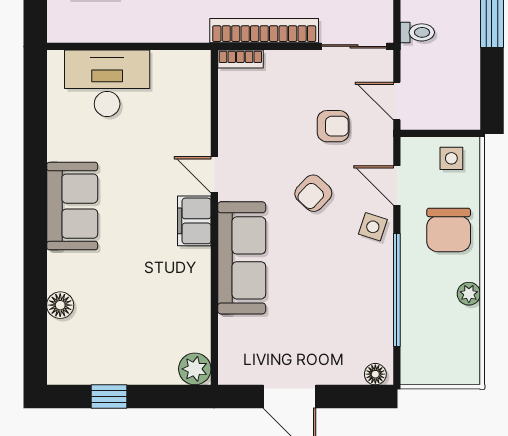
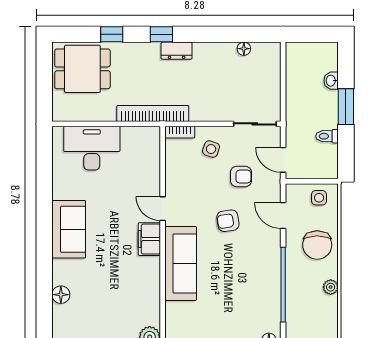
bookcase: (264, 31) -> (153, 113), moved
toilet: (417, 32) -> (327, 136), moved, turned 180
armchair: (313, 193) -> (228, 221), turned 38
side table: (373, 227) -> (211, 149), moved

